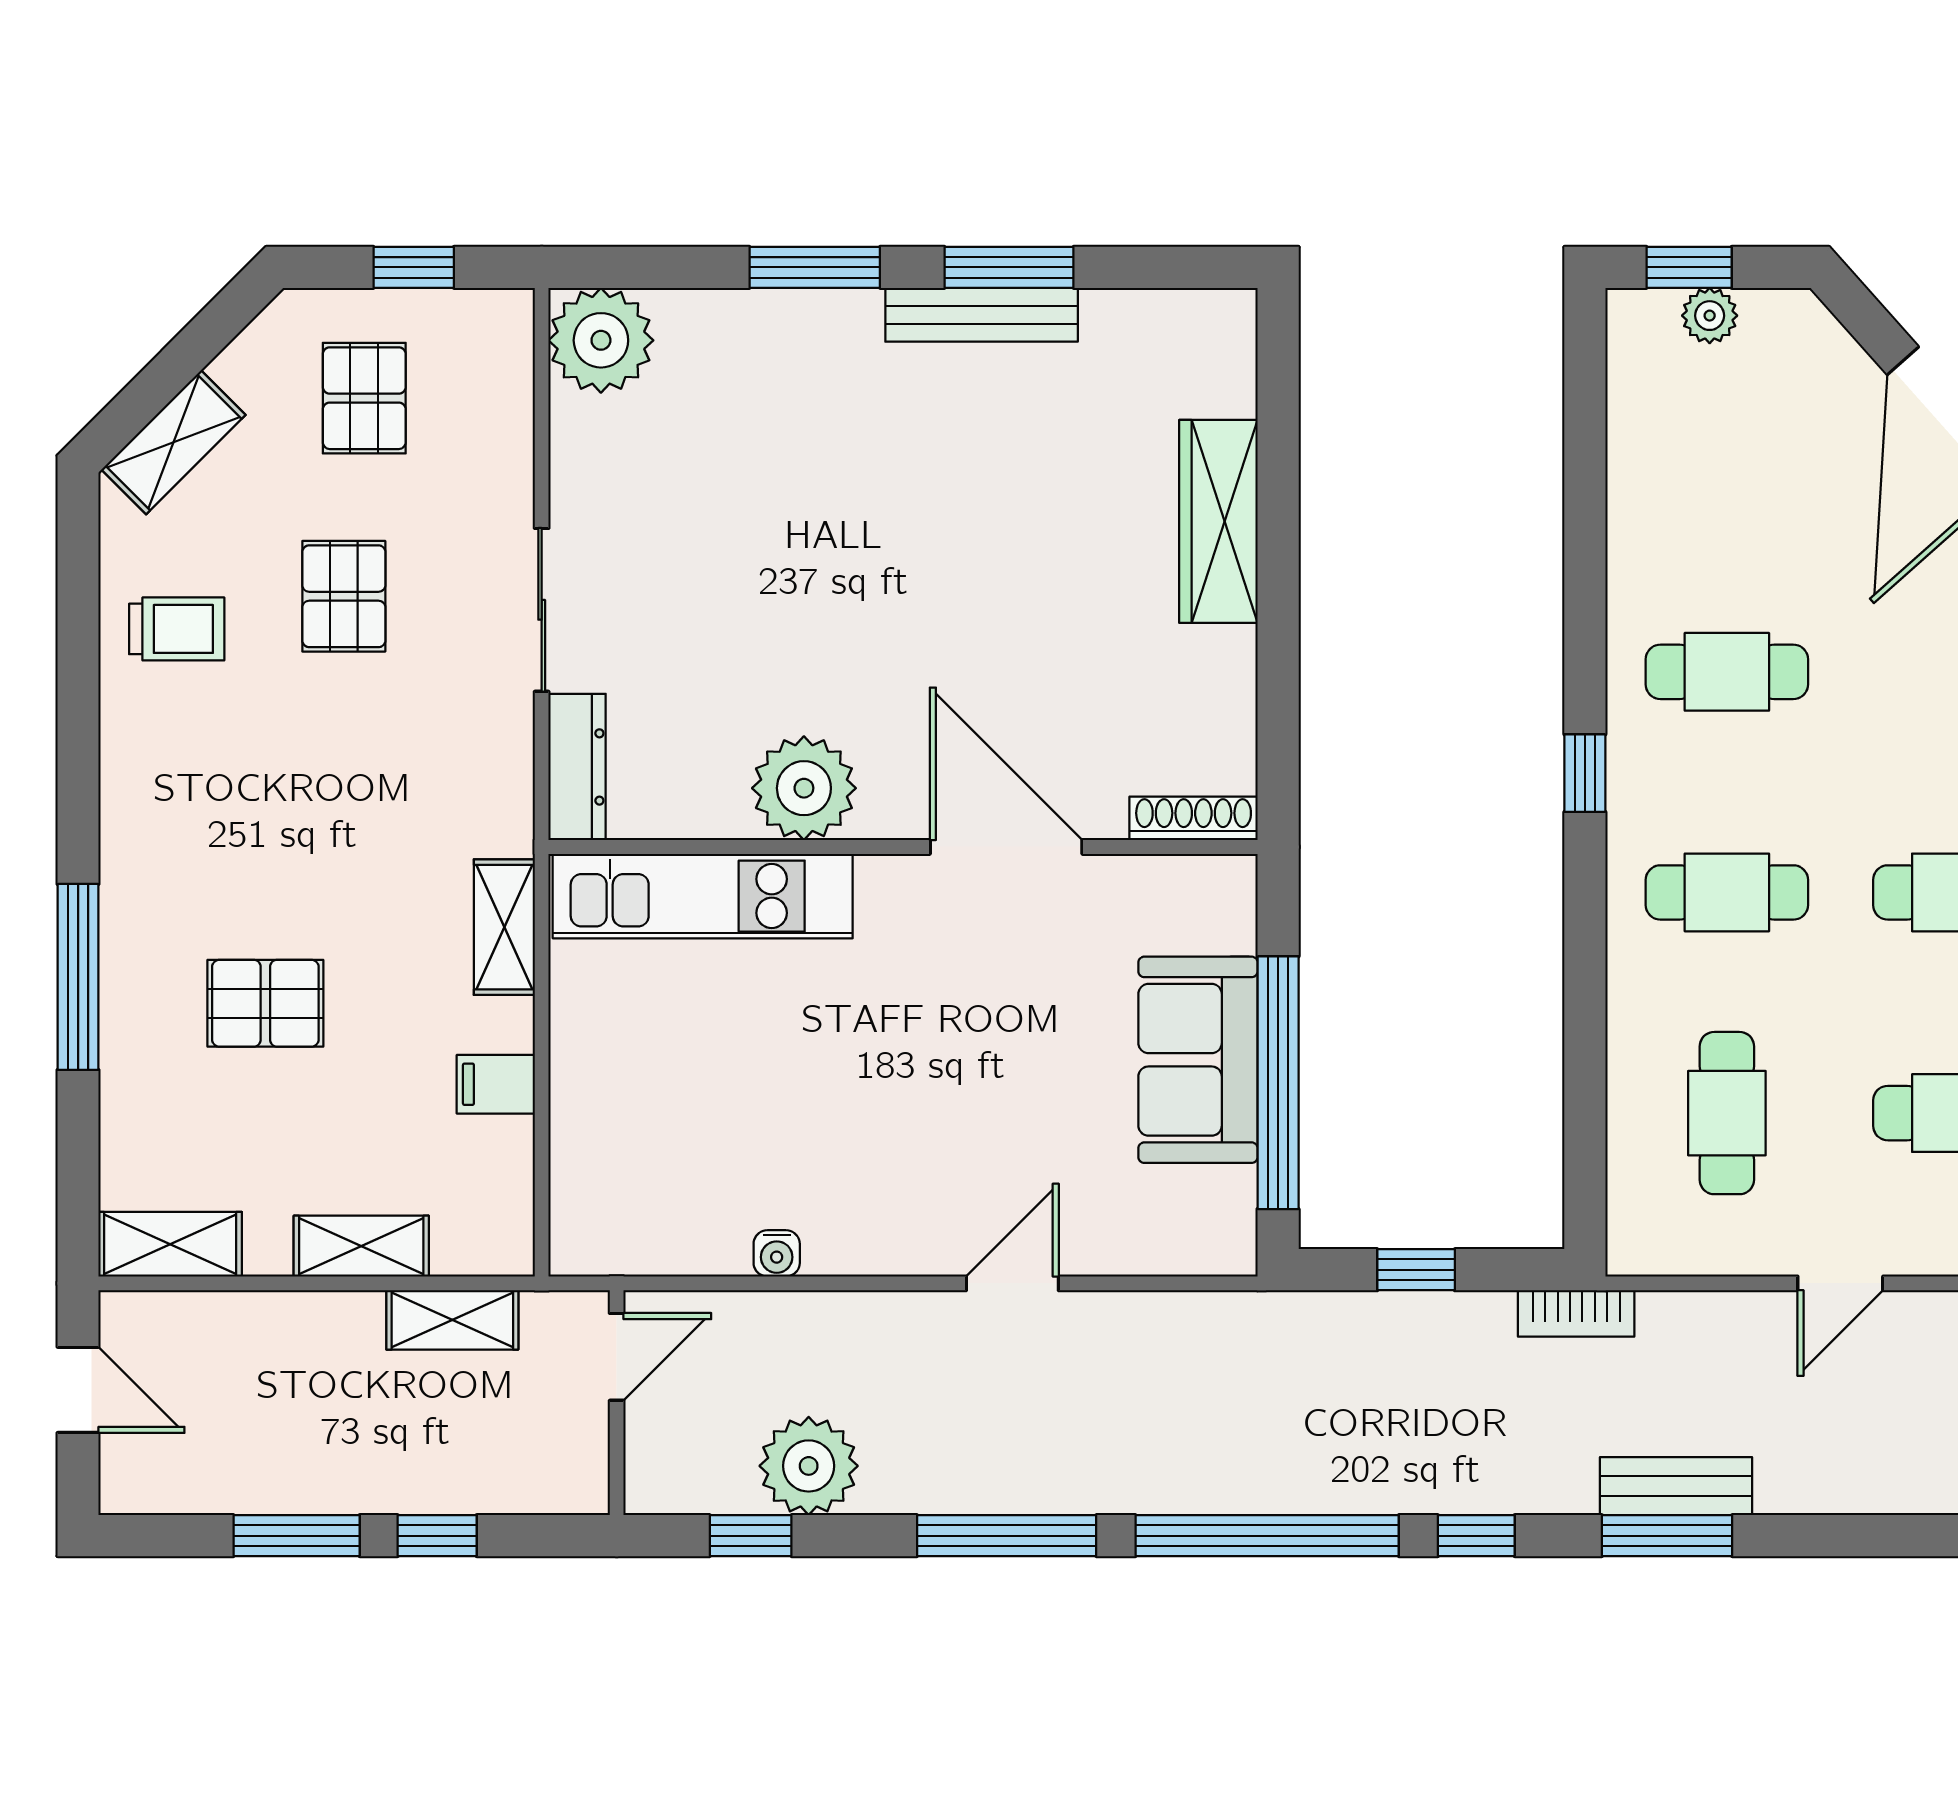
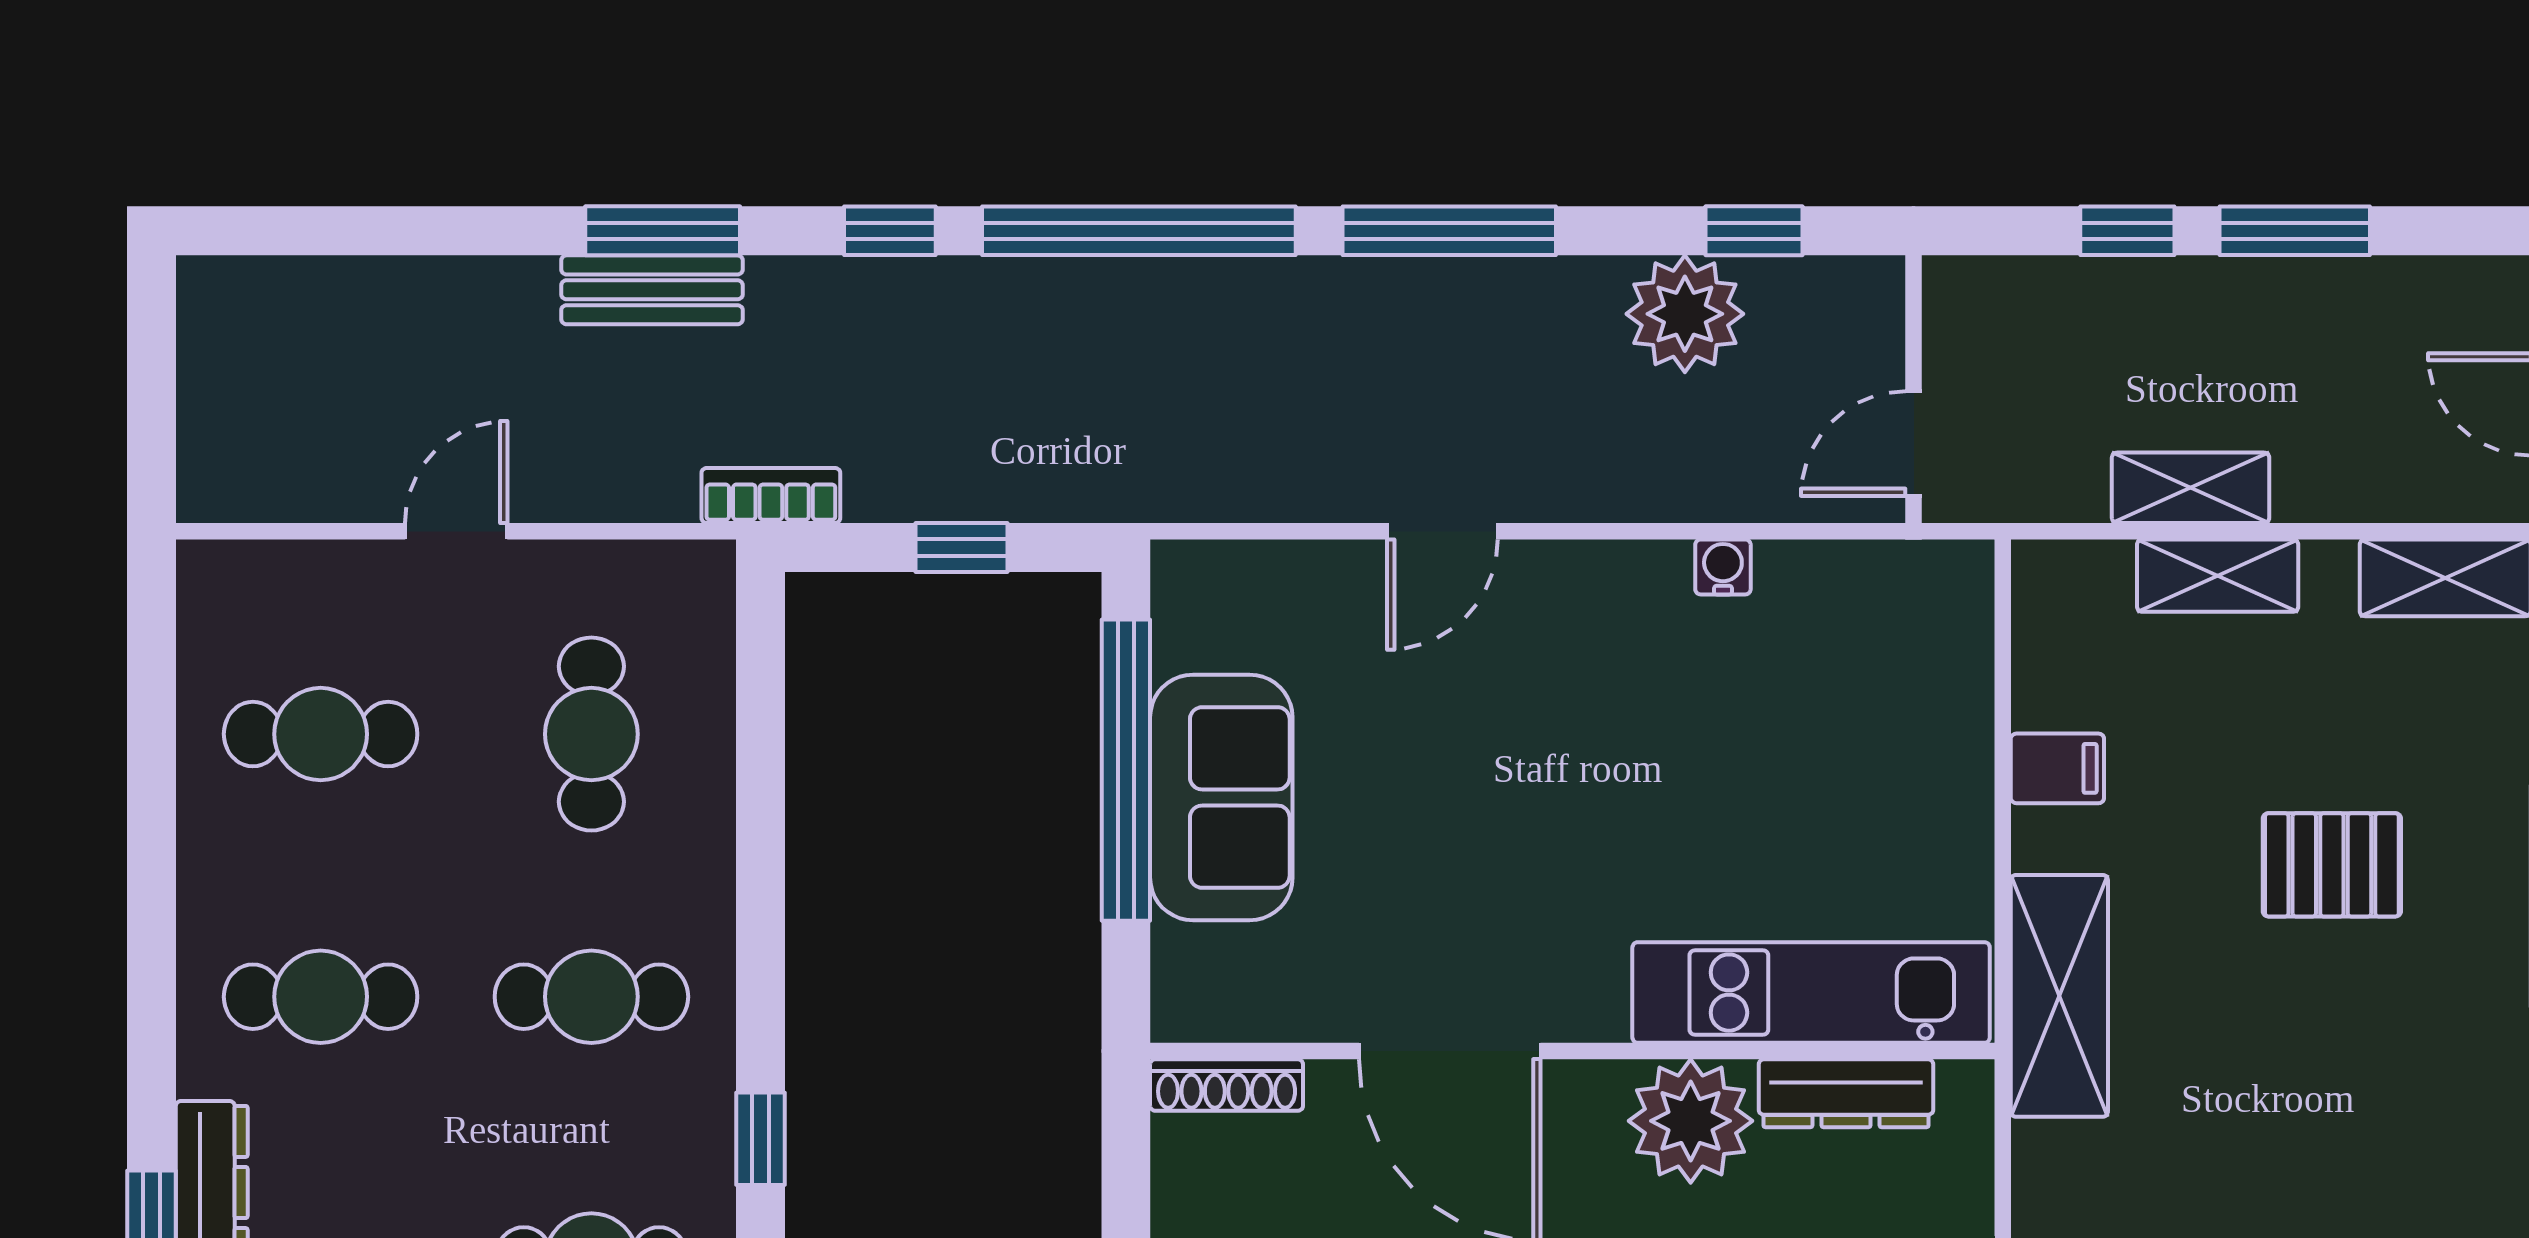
dresser: (577, 767) -> (1846, 1093), moved, turned -90
shelving: (504, 927) -> (2059, 996), width x1.50, depth x1.33
shelving: (452, 1320) -> (2191, 488), moved

